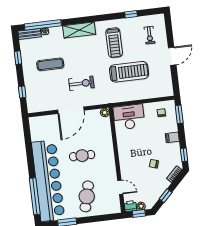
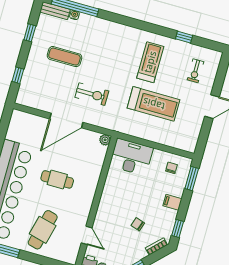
shelving: (79, 30) -> (115, 30), removed
treadmill: (114, 43) -> (150, 62), turned 180

